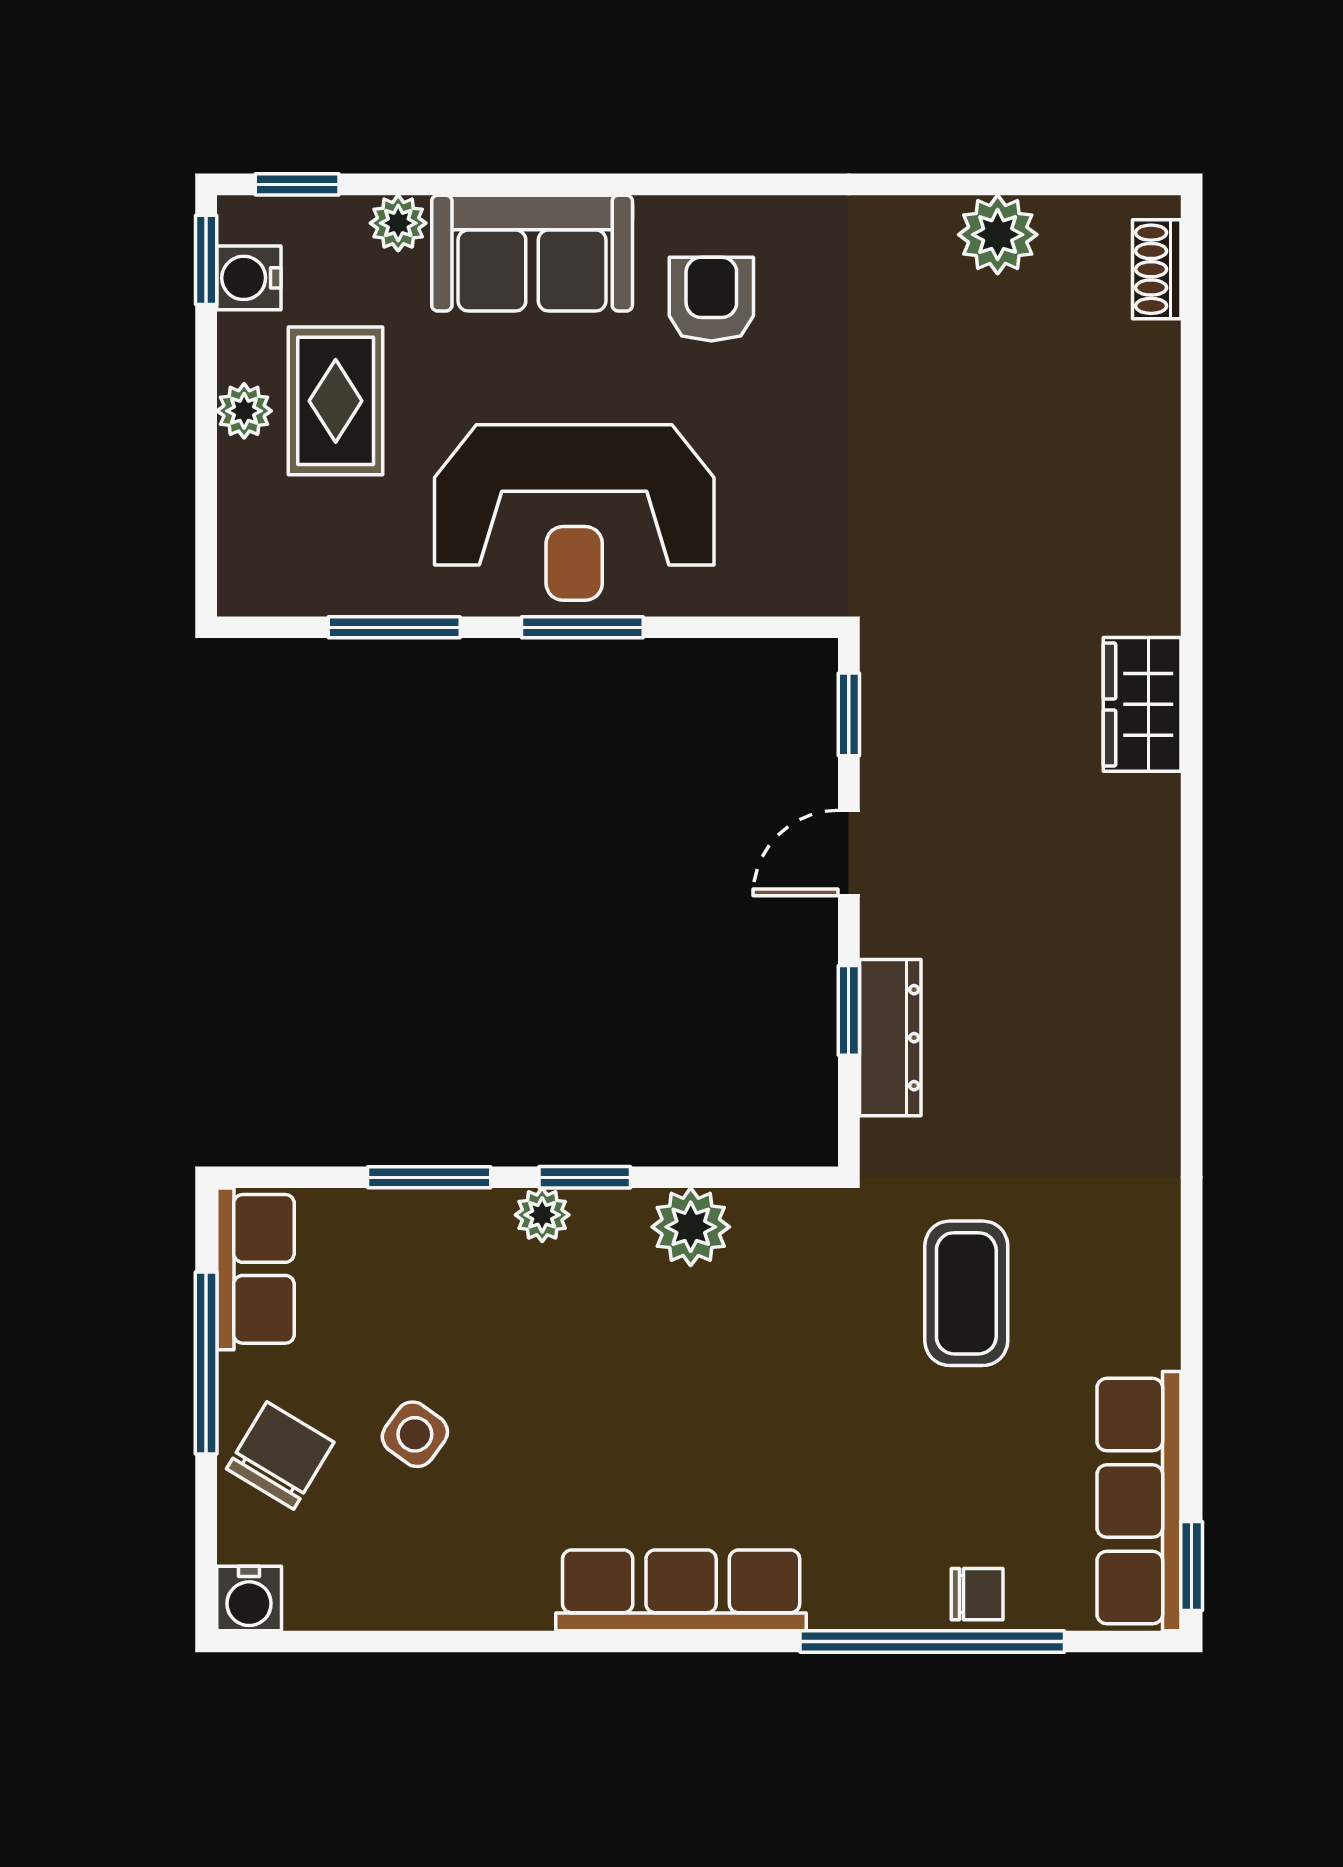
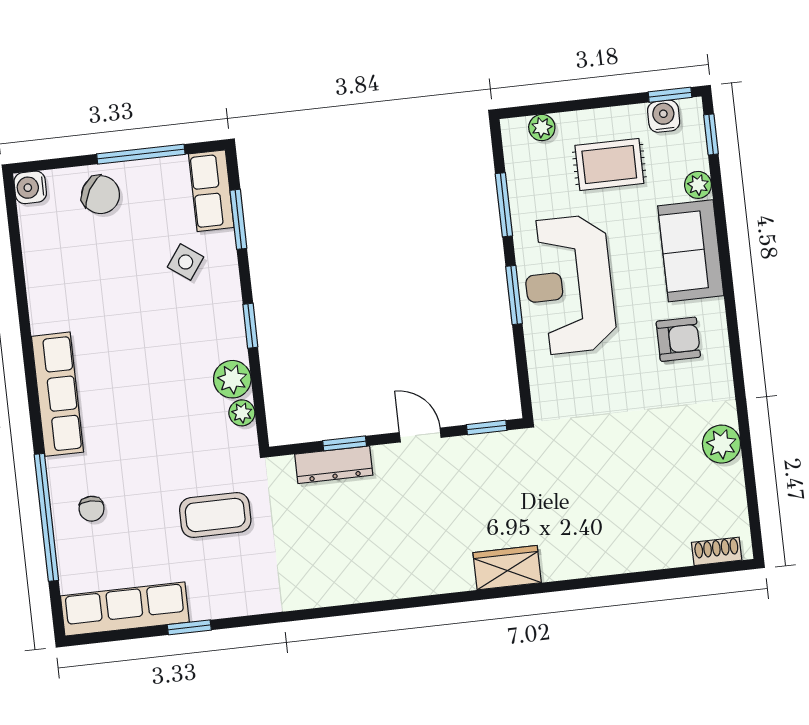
plant: (998, 235) -> (721, 444), moved
plant: (244, 411) -> (542, 128), moved
window: (429, 1177) -> (238, 219), moved
plant: (542, 1215) -> (242, 413), moved
row of seats: (255, 1269) -> (211, 191), moved, turned 90
side table: (415, 1434) -> (186, 262), moved
window: (1192, 1566) -> (189, 627), moved
chair: (977, 1594) -> (92, 509), moved

